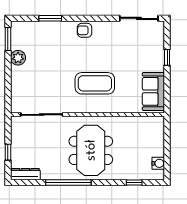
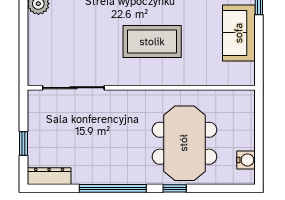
sofa: (153, 91) -> (239, 33), moved
meeting table: (91, 150) -> (184, 143), moved
window: (134, 183) -> (175, 188), moved

